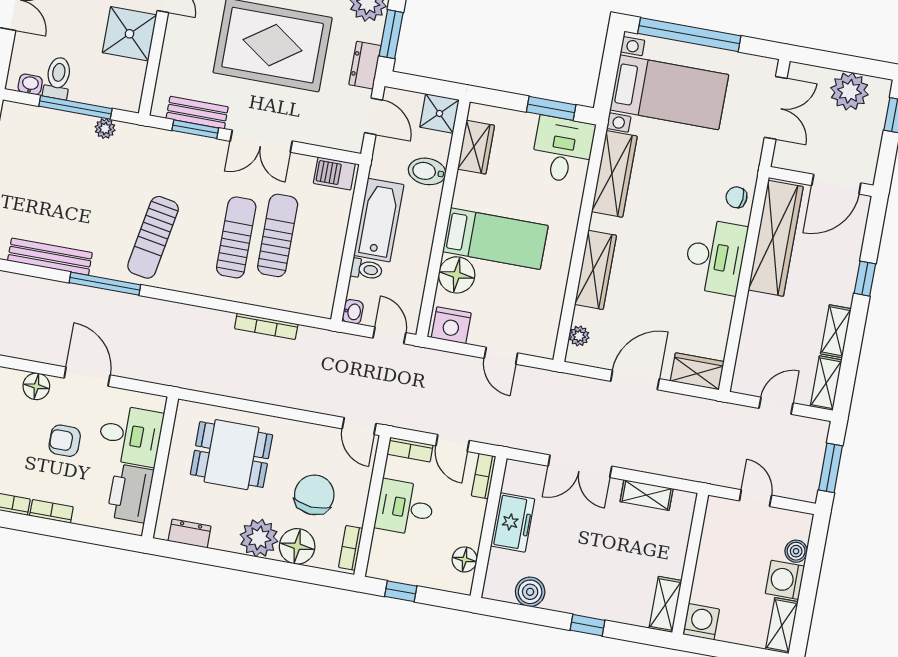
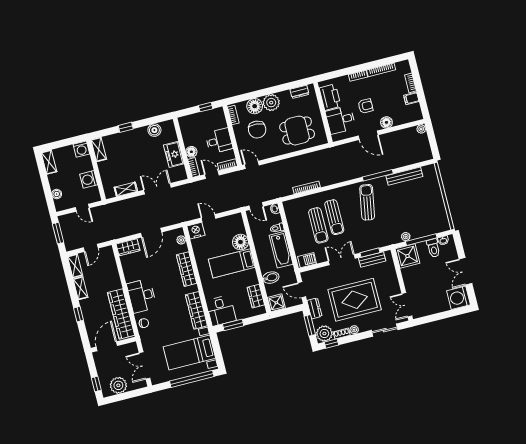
shower: (129, 34) -> (407, 256), moved
nightstand: (451, 325) -> (196, 231), moved
floor lamp: (465, 559) -> (191, 152), moved
washing machine: (785, 580) -> (89, 179), moved, turned 180

